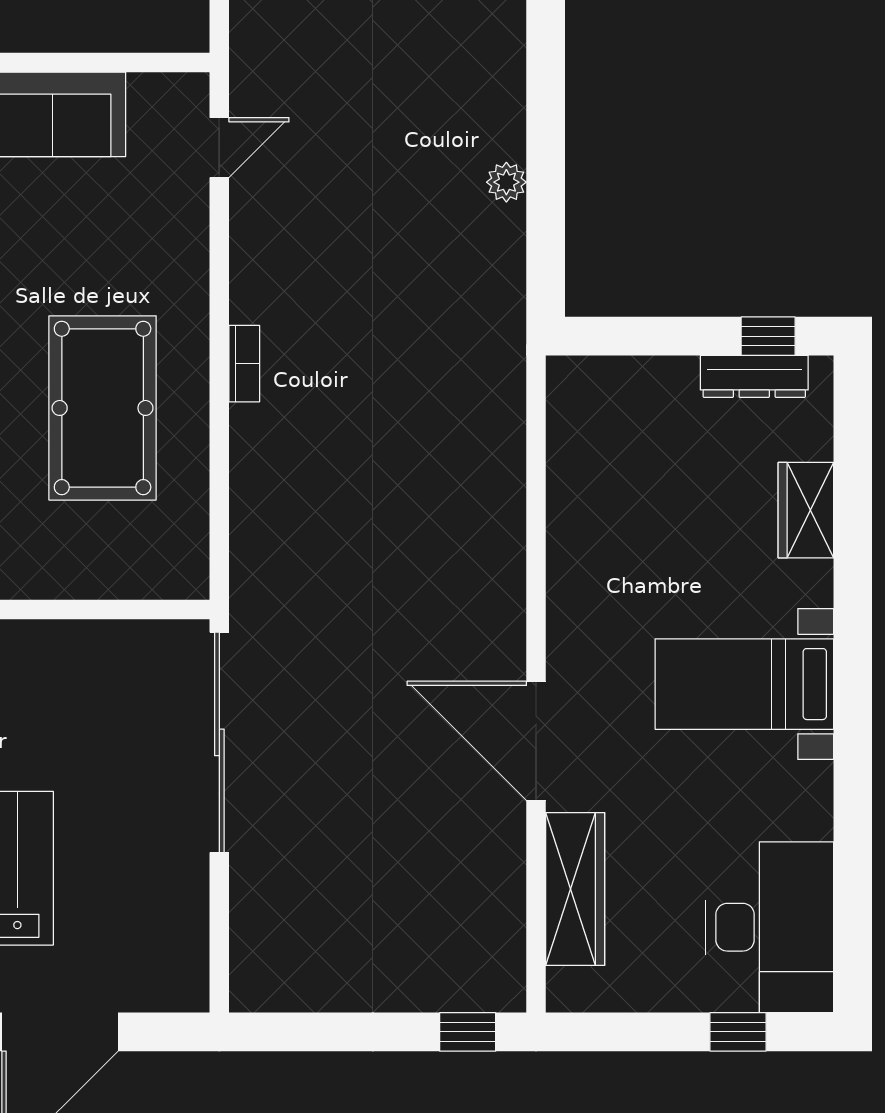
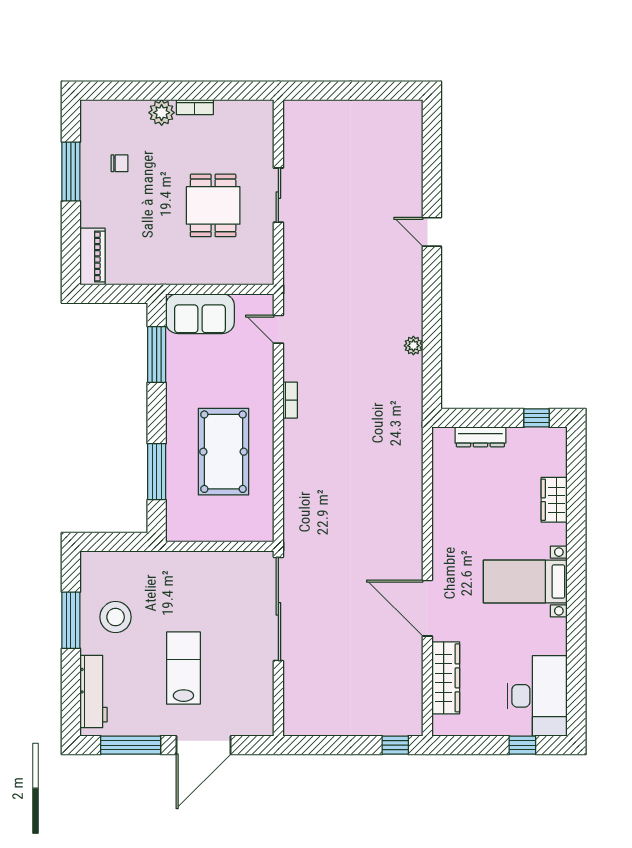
door: (219, 148) -> (278, 329), swing flipped
bookcase: (244, 364) -> (290, 400), moved
dresser: (754, 376) -> (480, 437), moved

